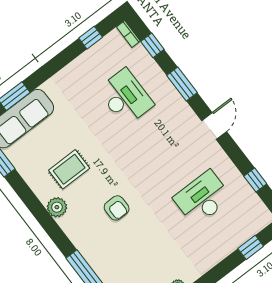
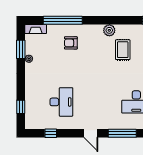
window: (182, 84) -> (122, 133), width x1.44
armchair: (117, 208) -> (71, 43), moved

